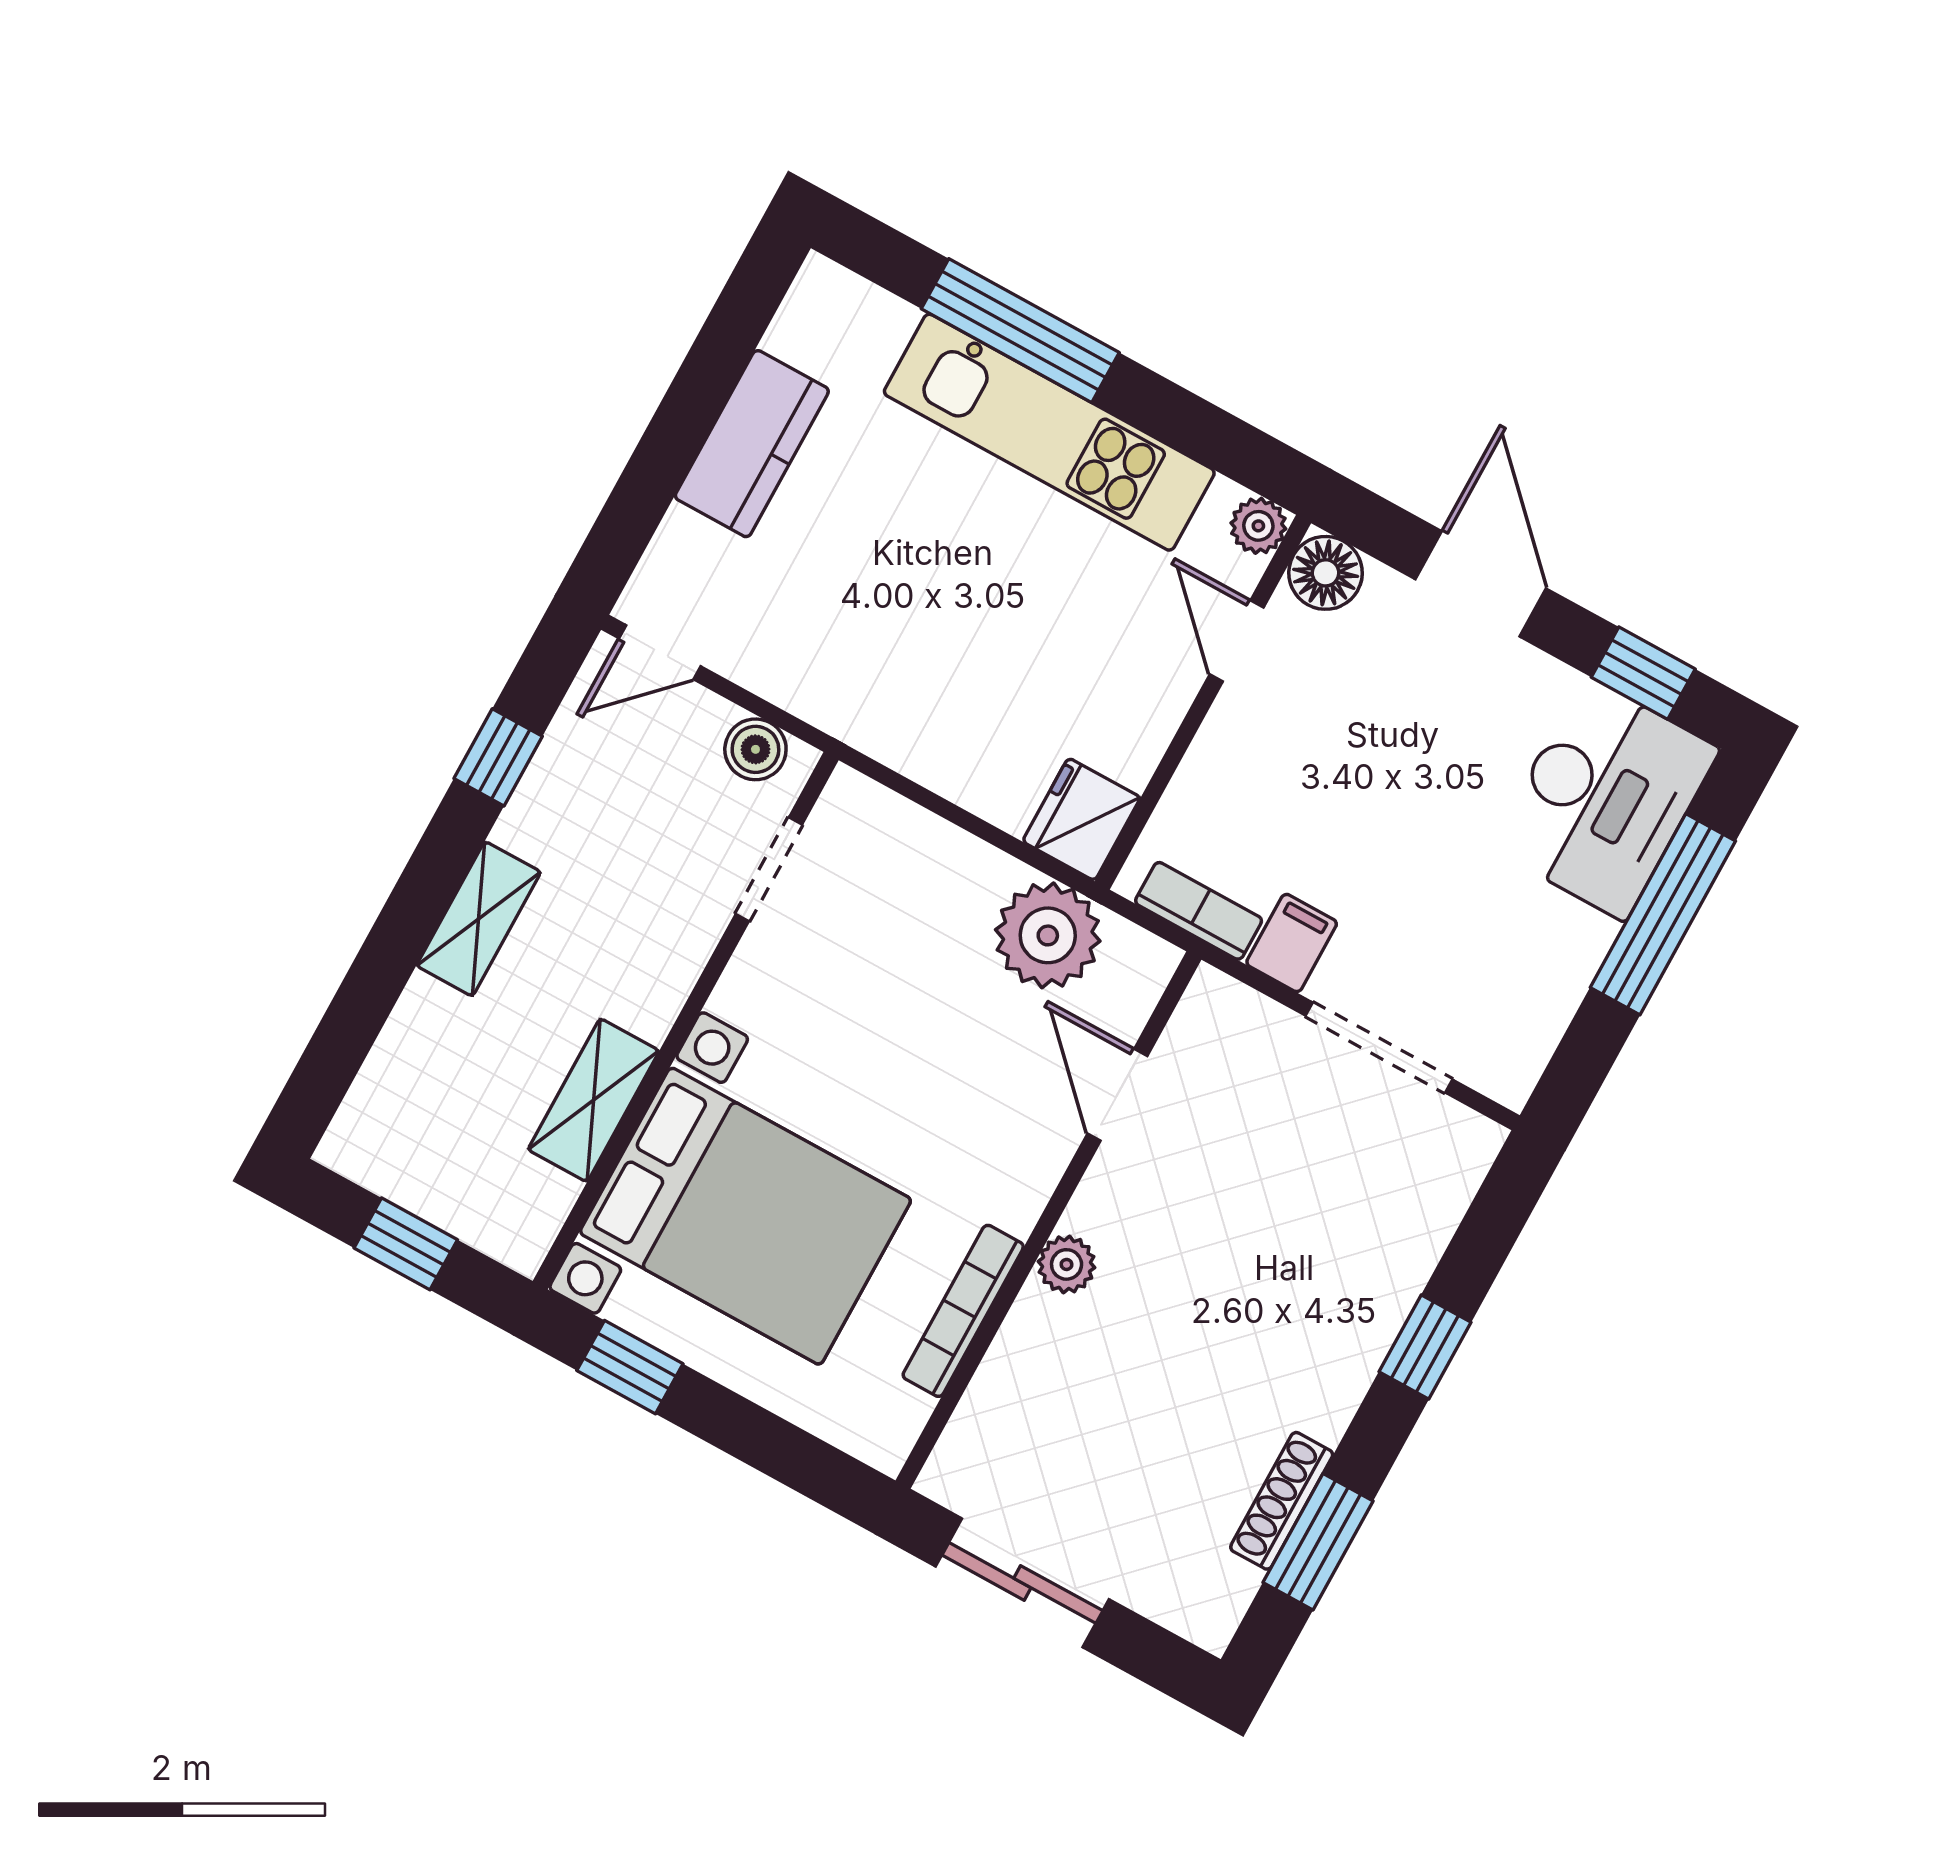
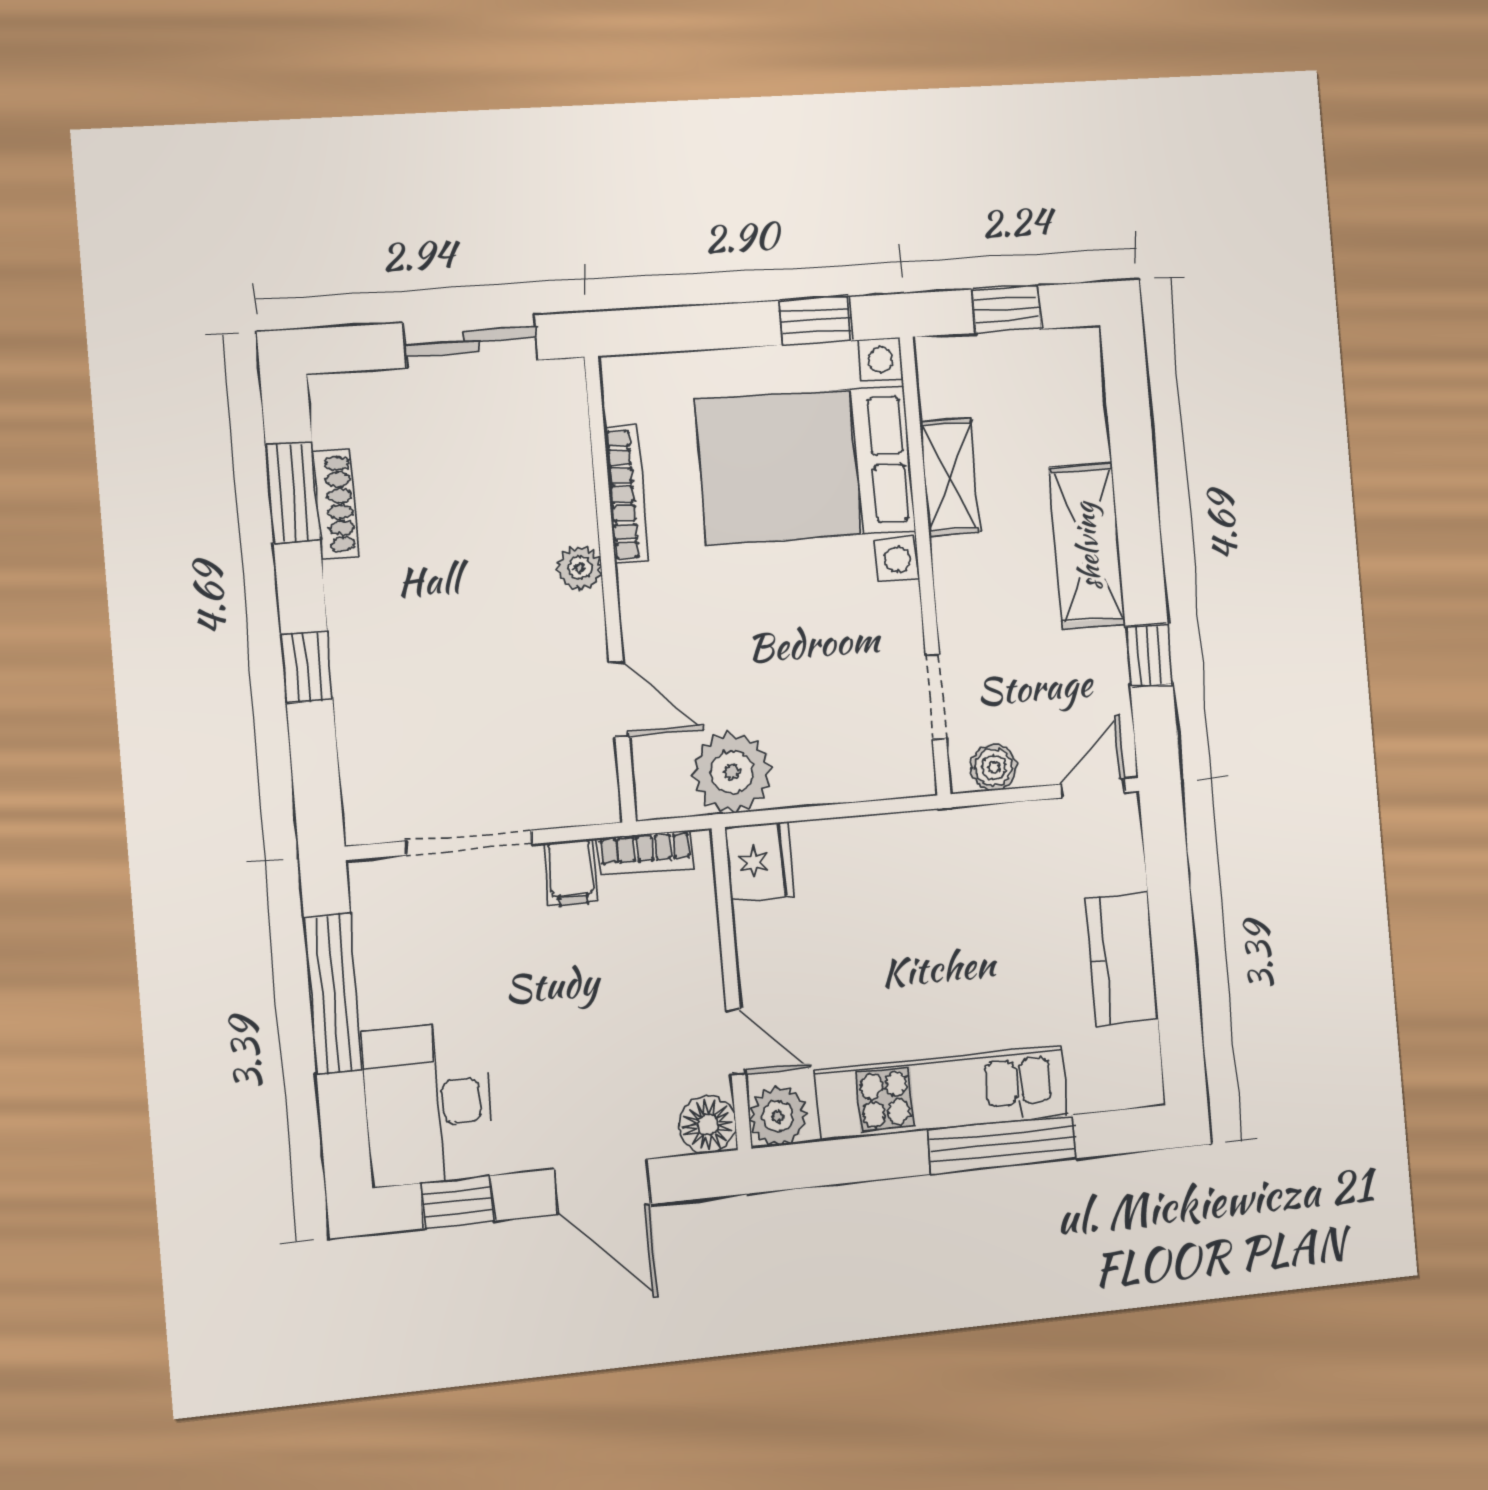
plant: (1258, 526) -> (778, 1116), width x1.38, depth x1.38
window: (1663, 914) -> (333, 994), moved
shelving: (479, 919) -> (1087, 546), width x1.50, depth x1.33

